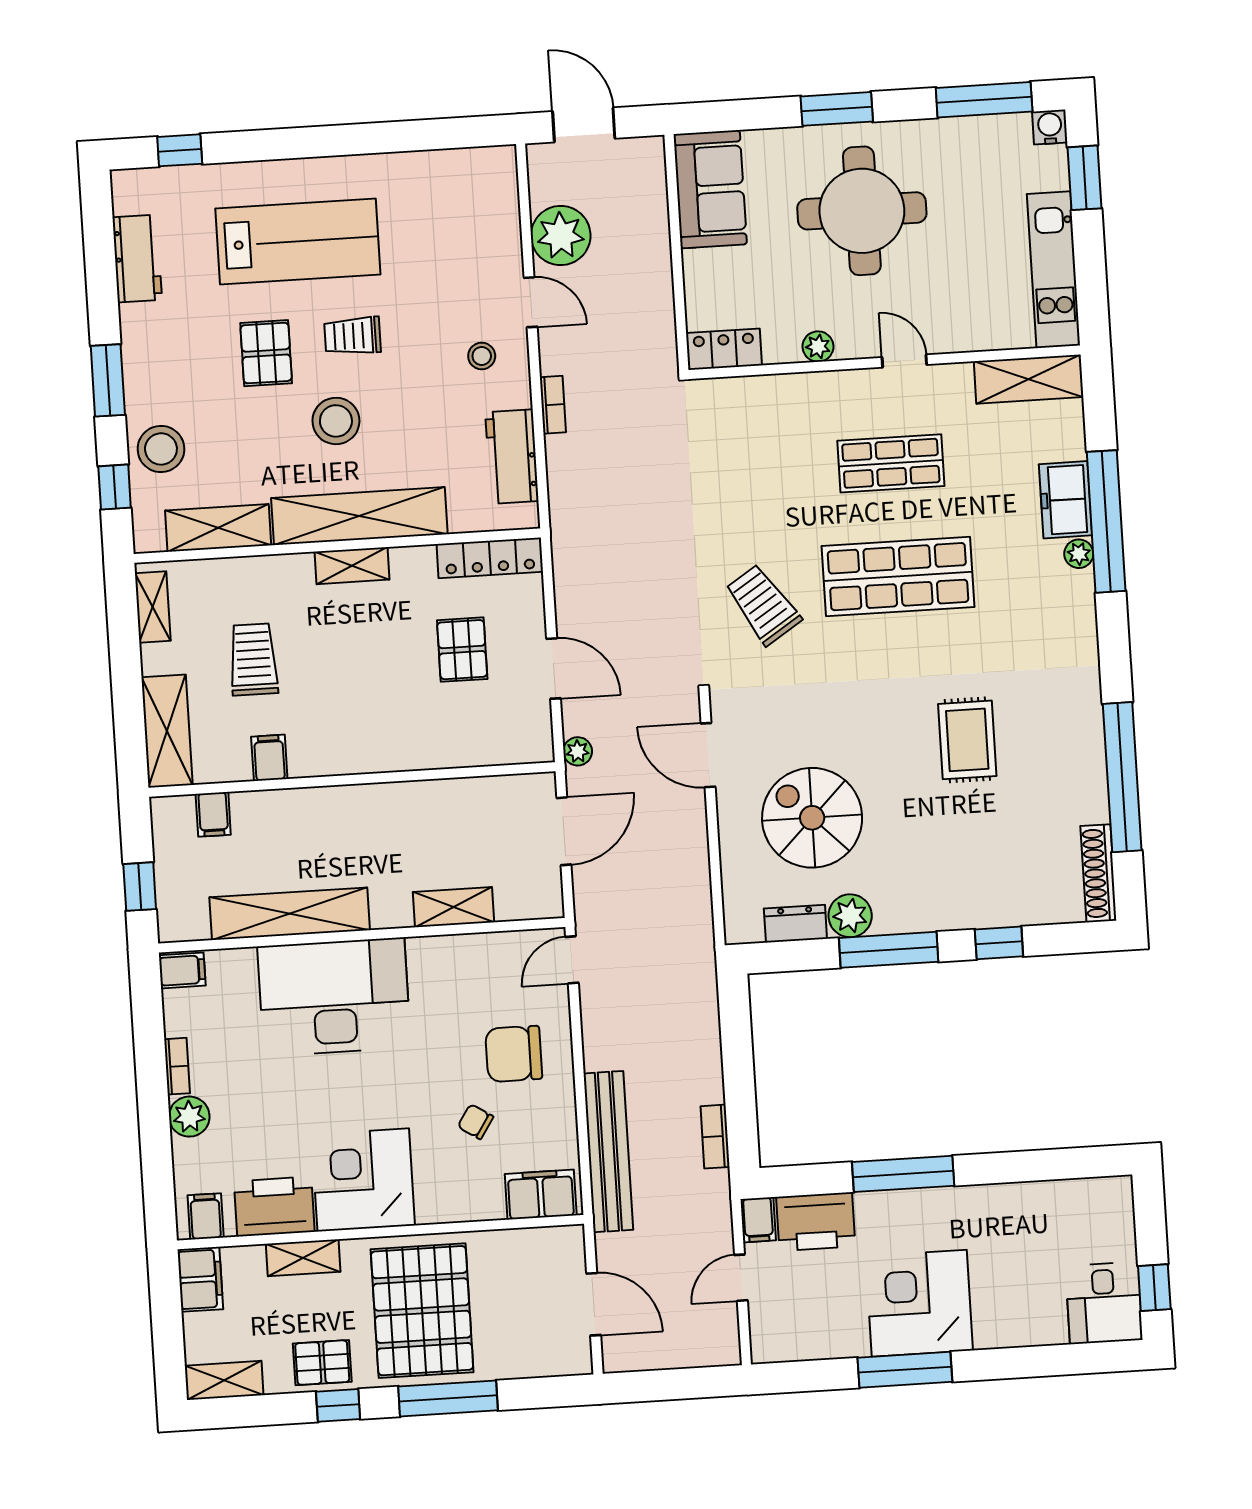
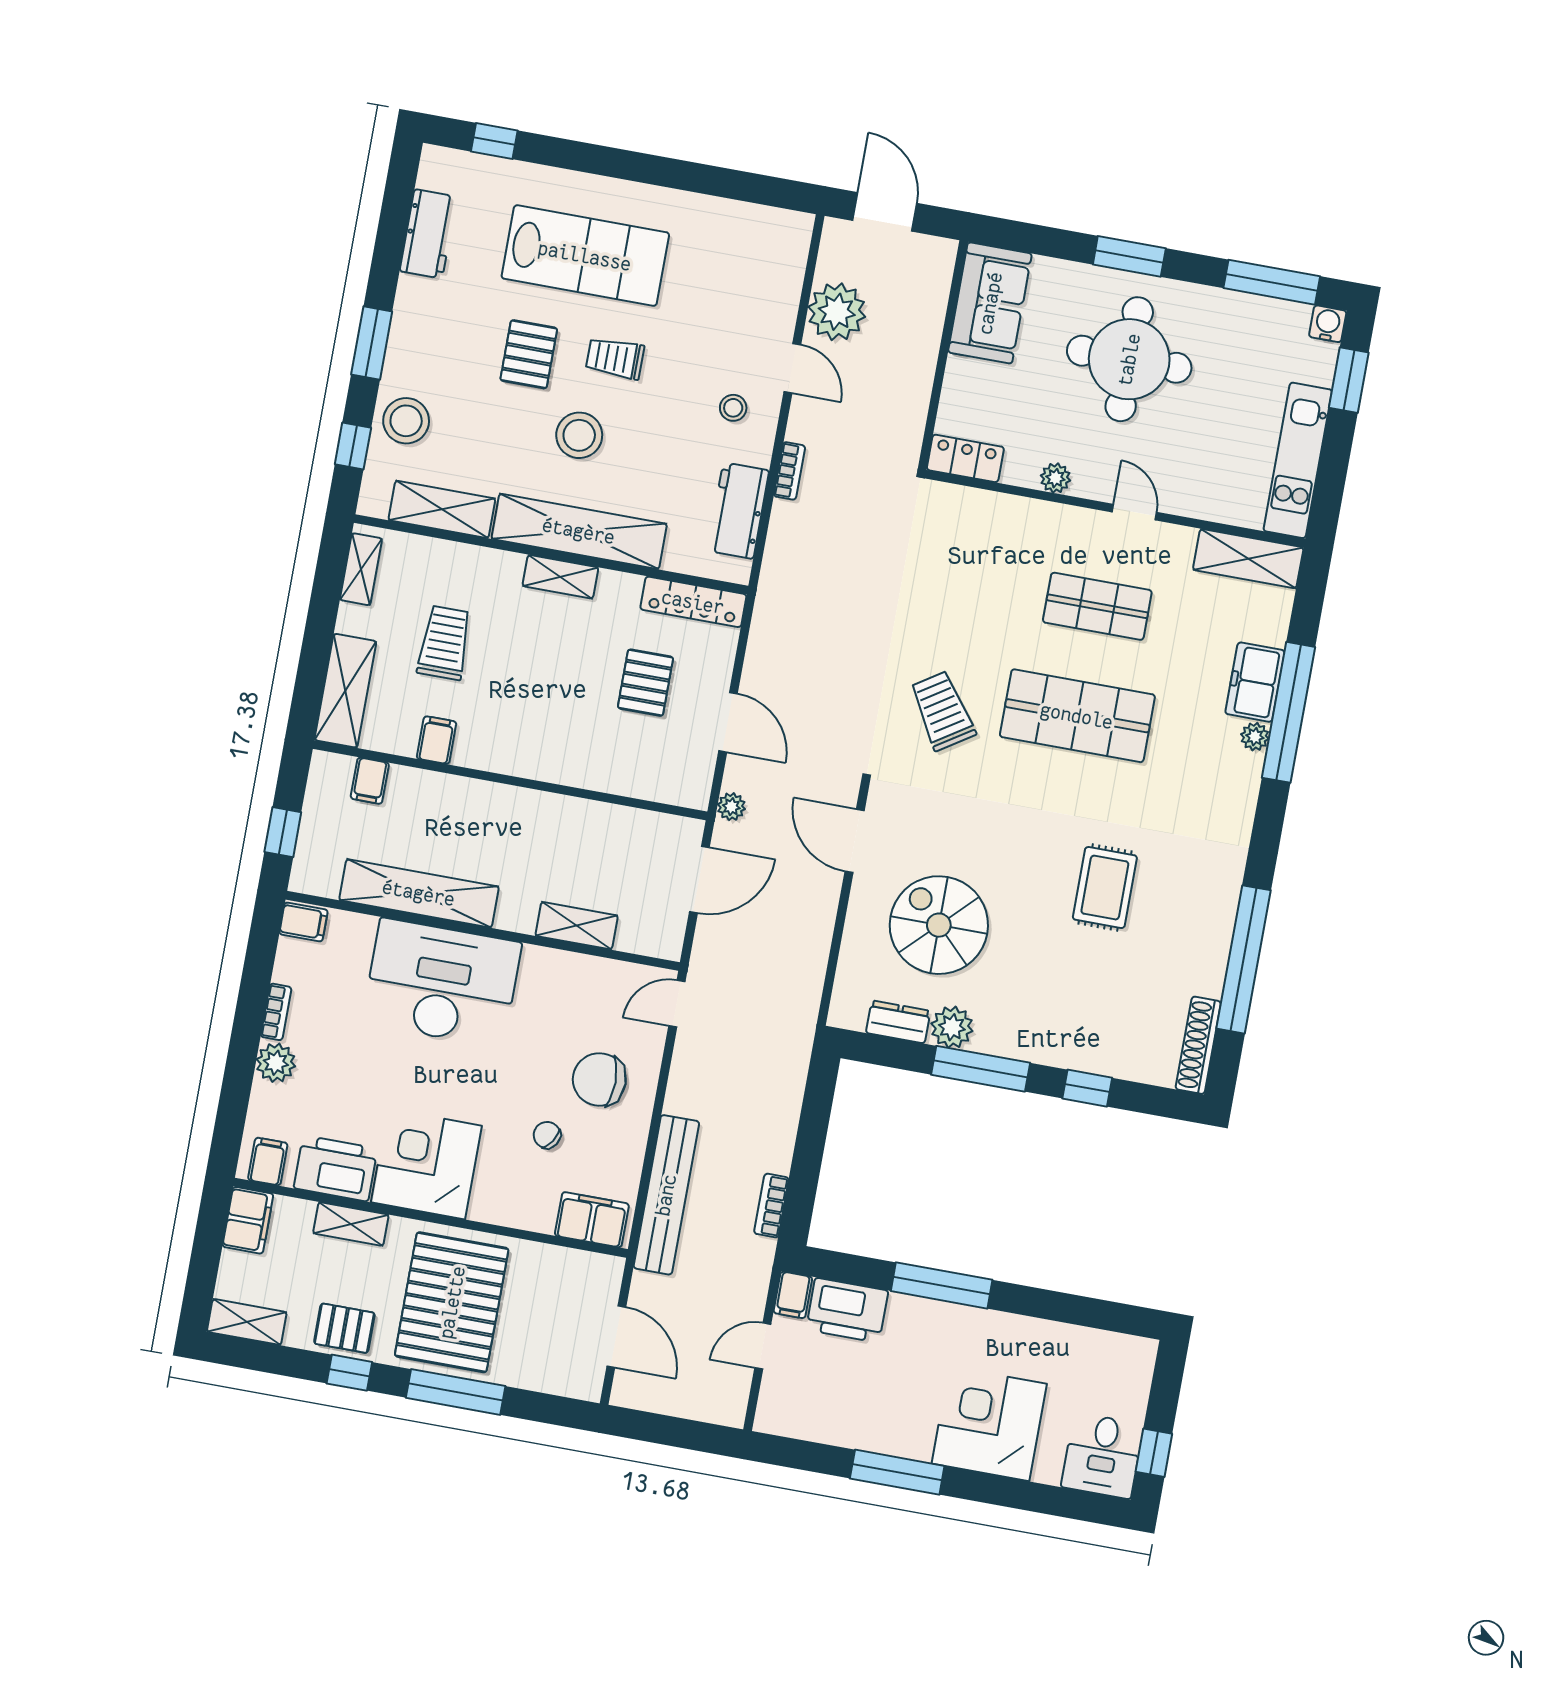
corner desk: (919, 1303) -> (989, 1424), moved

